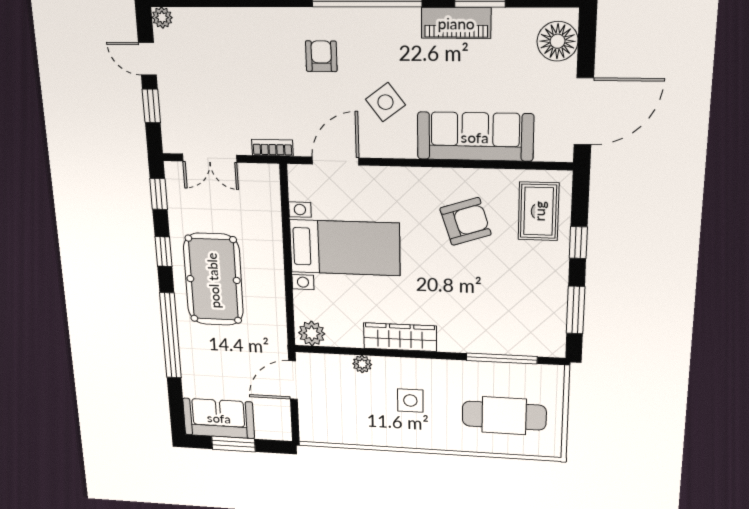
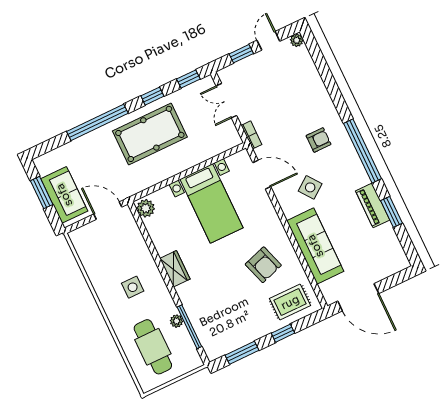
floor lamp: (558, 41) -> (389, 264), removed
wardrobe: (400, 337) -> (175, 269), width x0.67
plant: (362, 364) -> (177, 321), moved
sofa: (219, 418) -> (64, 195), moved

